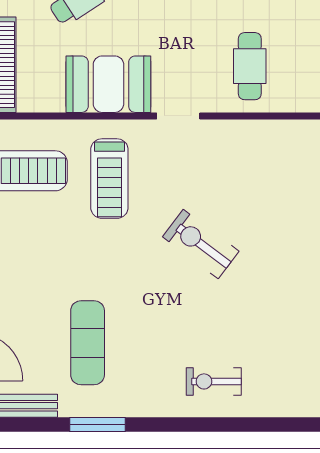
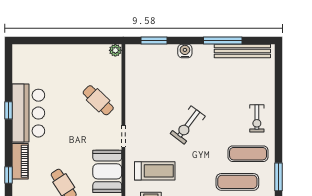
cafe table: (250, 66) -> (98, 100), turned 44
exercise mat: (144, 364) -> (248, 154), added

